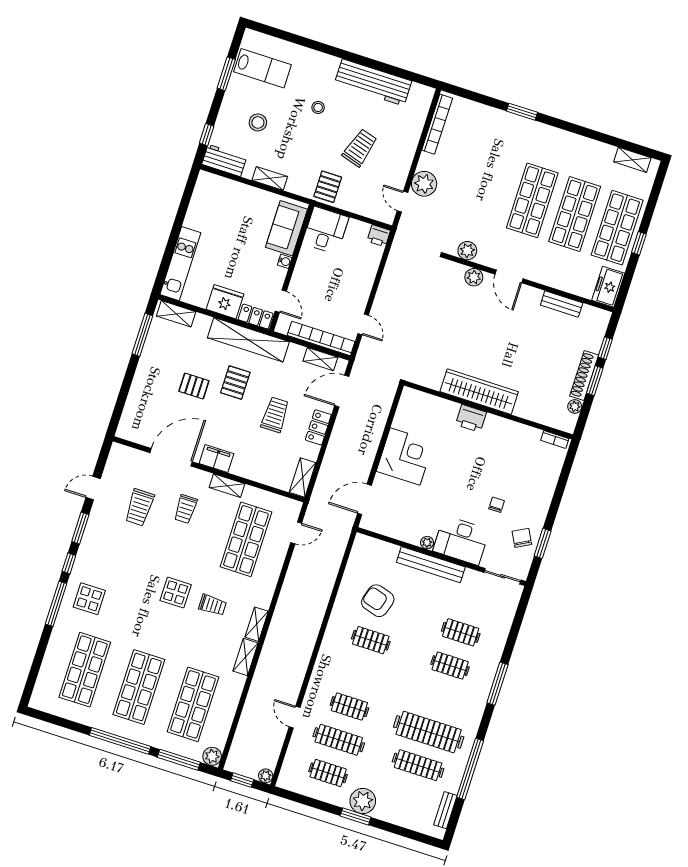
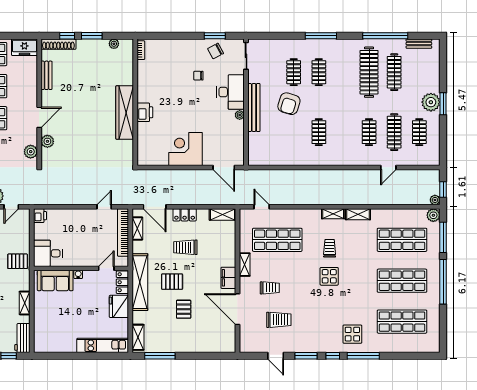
shoe rack: (584, 375) -> (58, 44), moved
armchair: (378, 601) -> (289, 104), moved
plant: (266, 776) -> (435, 200), moved

